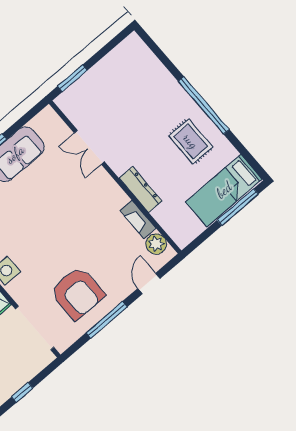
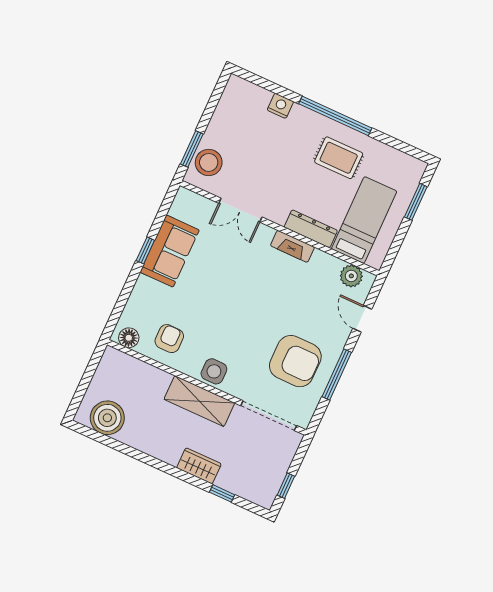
nightstand: (162, 76) -> (280, 106), added
stool: (81, 96) -> (209, 162), added
bed: (224, 190) -> (364, 220), moved, turned 180
window: (238, 207) -> (416, 202), width x0.69
fireplace: (138, 219) -> (292, 246), moved

